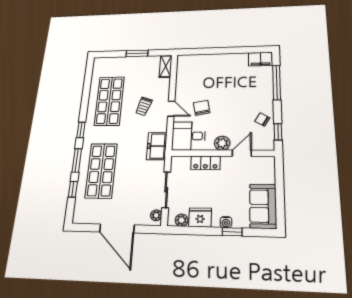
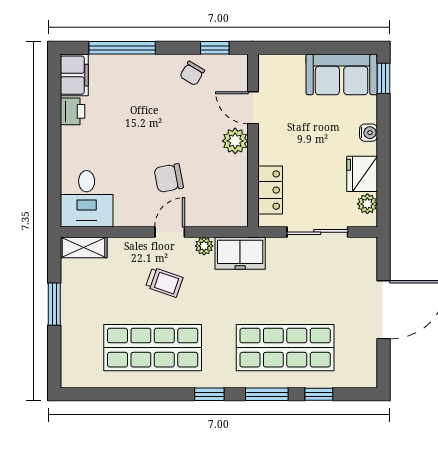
printer: (240, 59) -> (73, 111), added
desk: (189, 136) -> (87, 199), moved
locker: (205, 163) -> (270, 190), moved
plant: (156, 215) -> (204, 246), moved
window: (232, 232) -> (383, 78), moved

